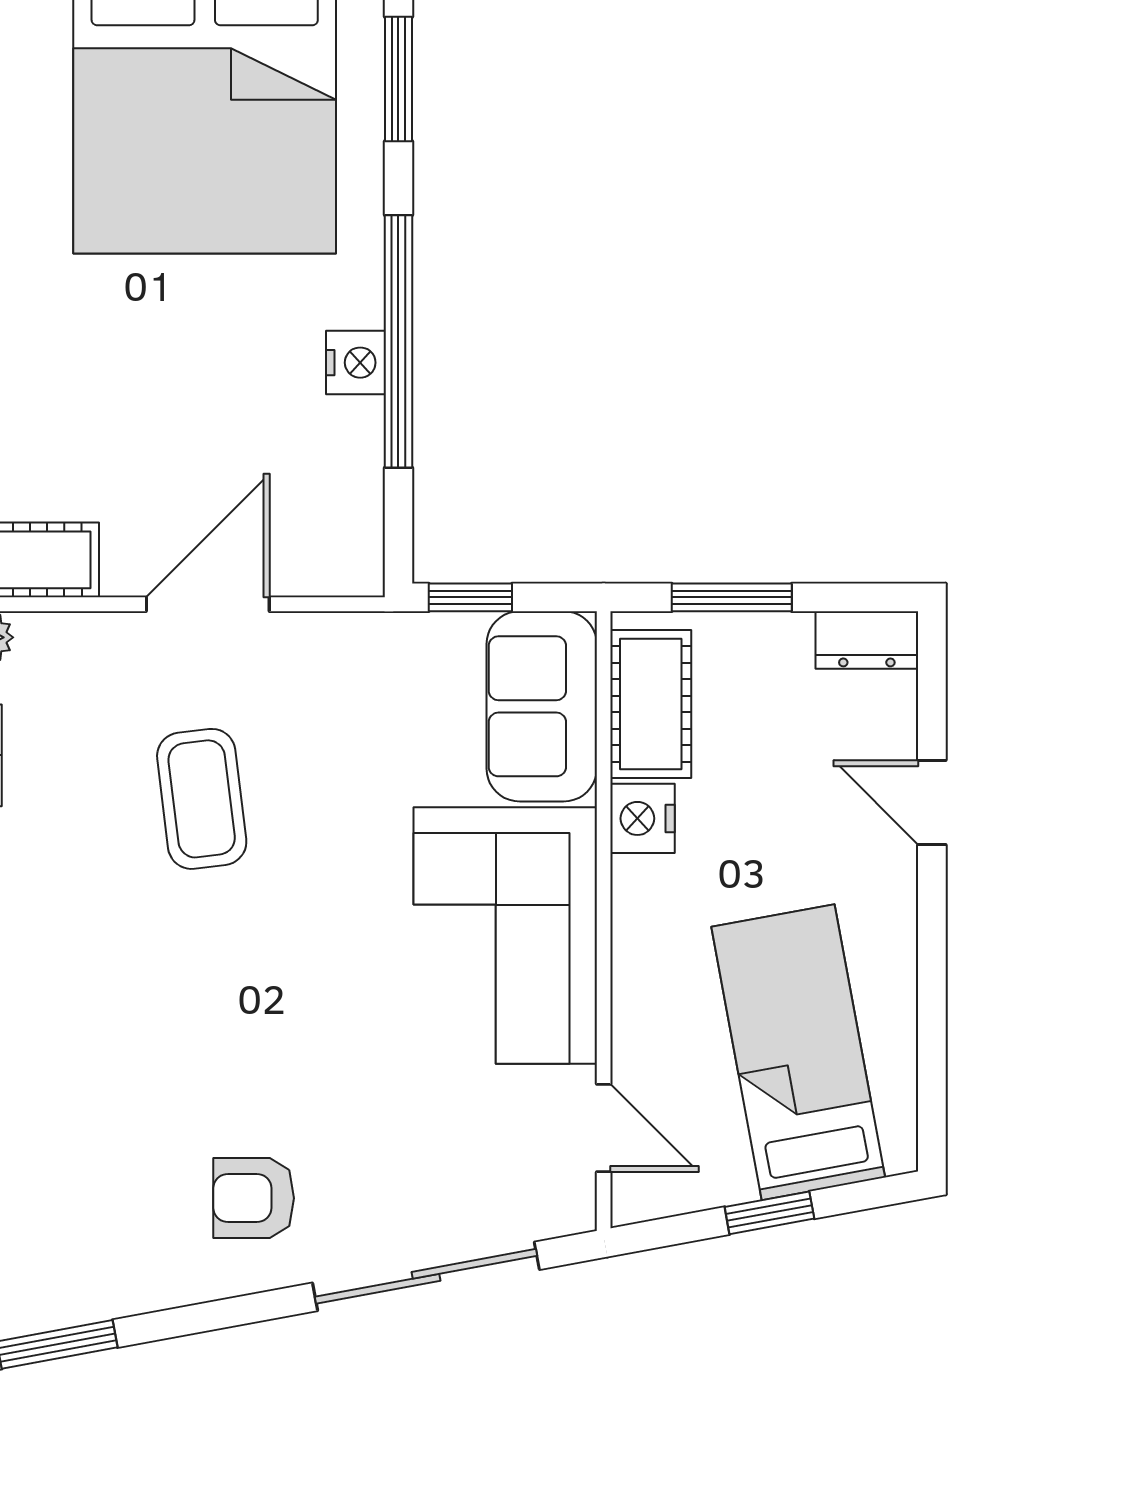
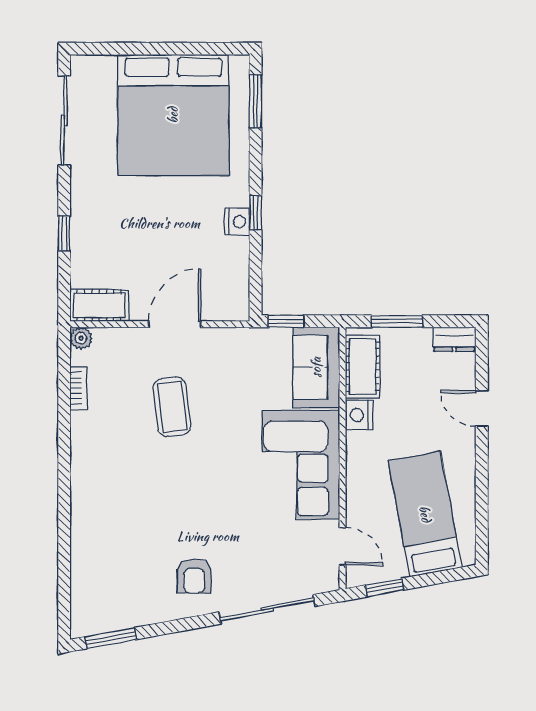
window: (398, 341) -> (256, 213), width x0.32
armchair: (254, 1198) -> (194, 576), turned -90
window: (769, 1213) -> (385, 588), moved

